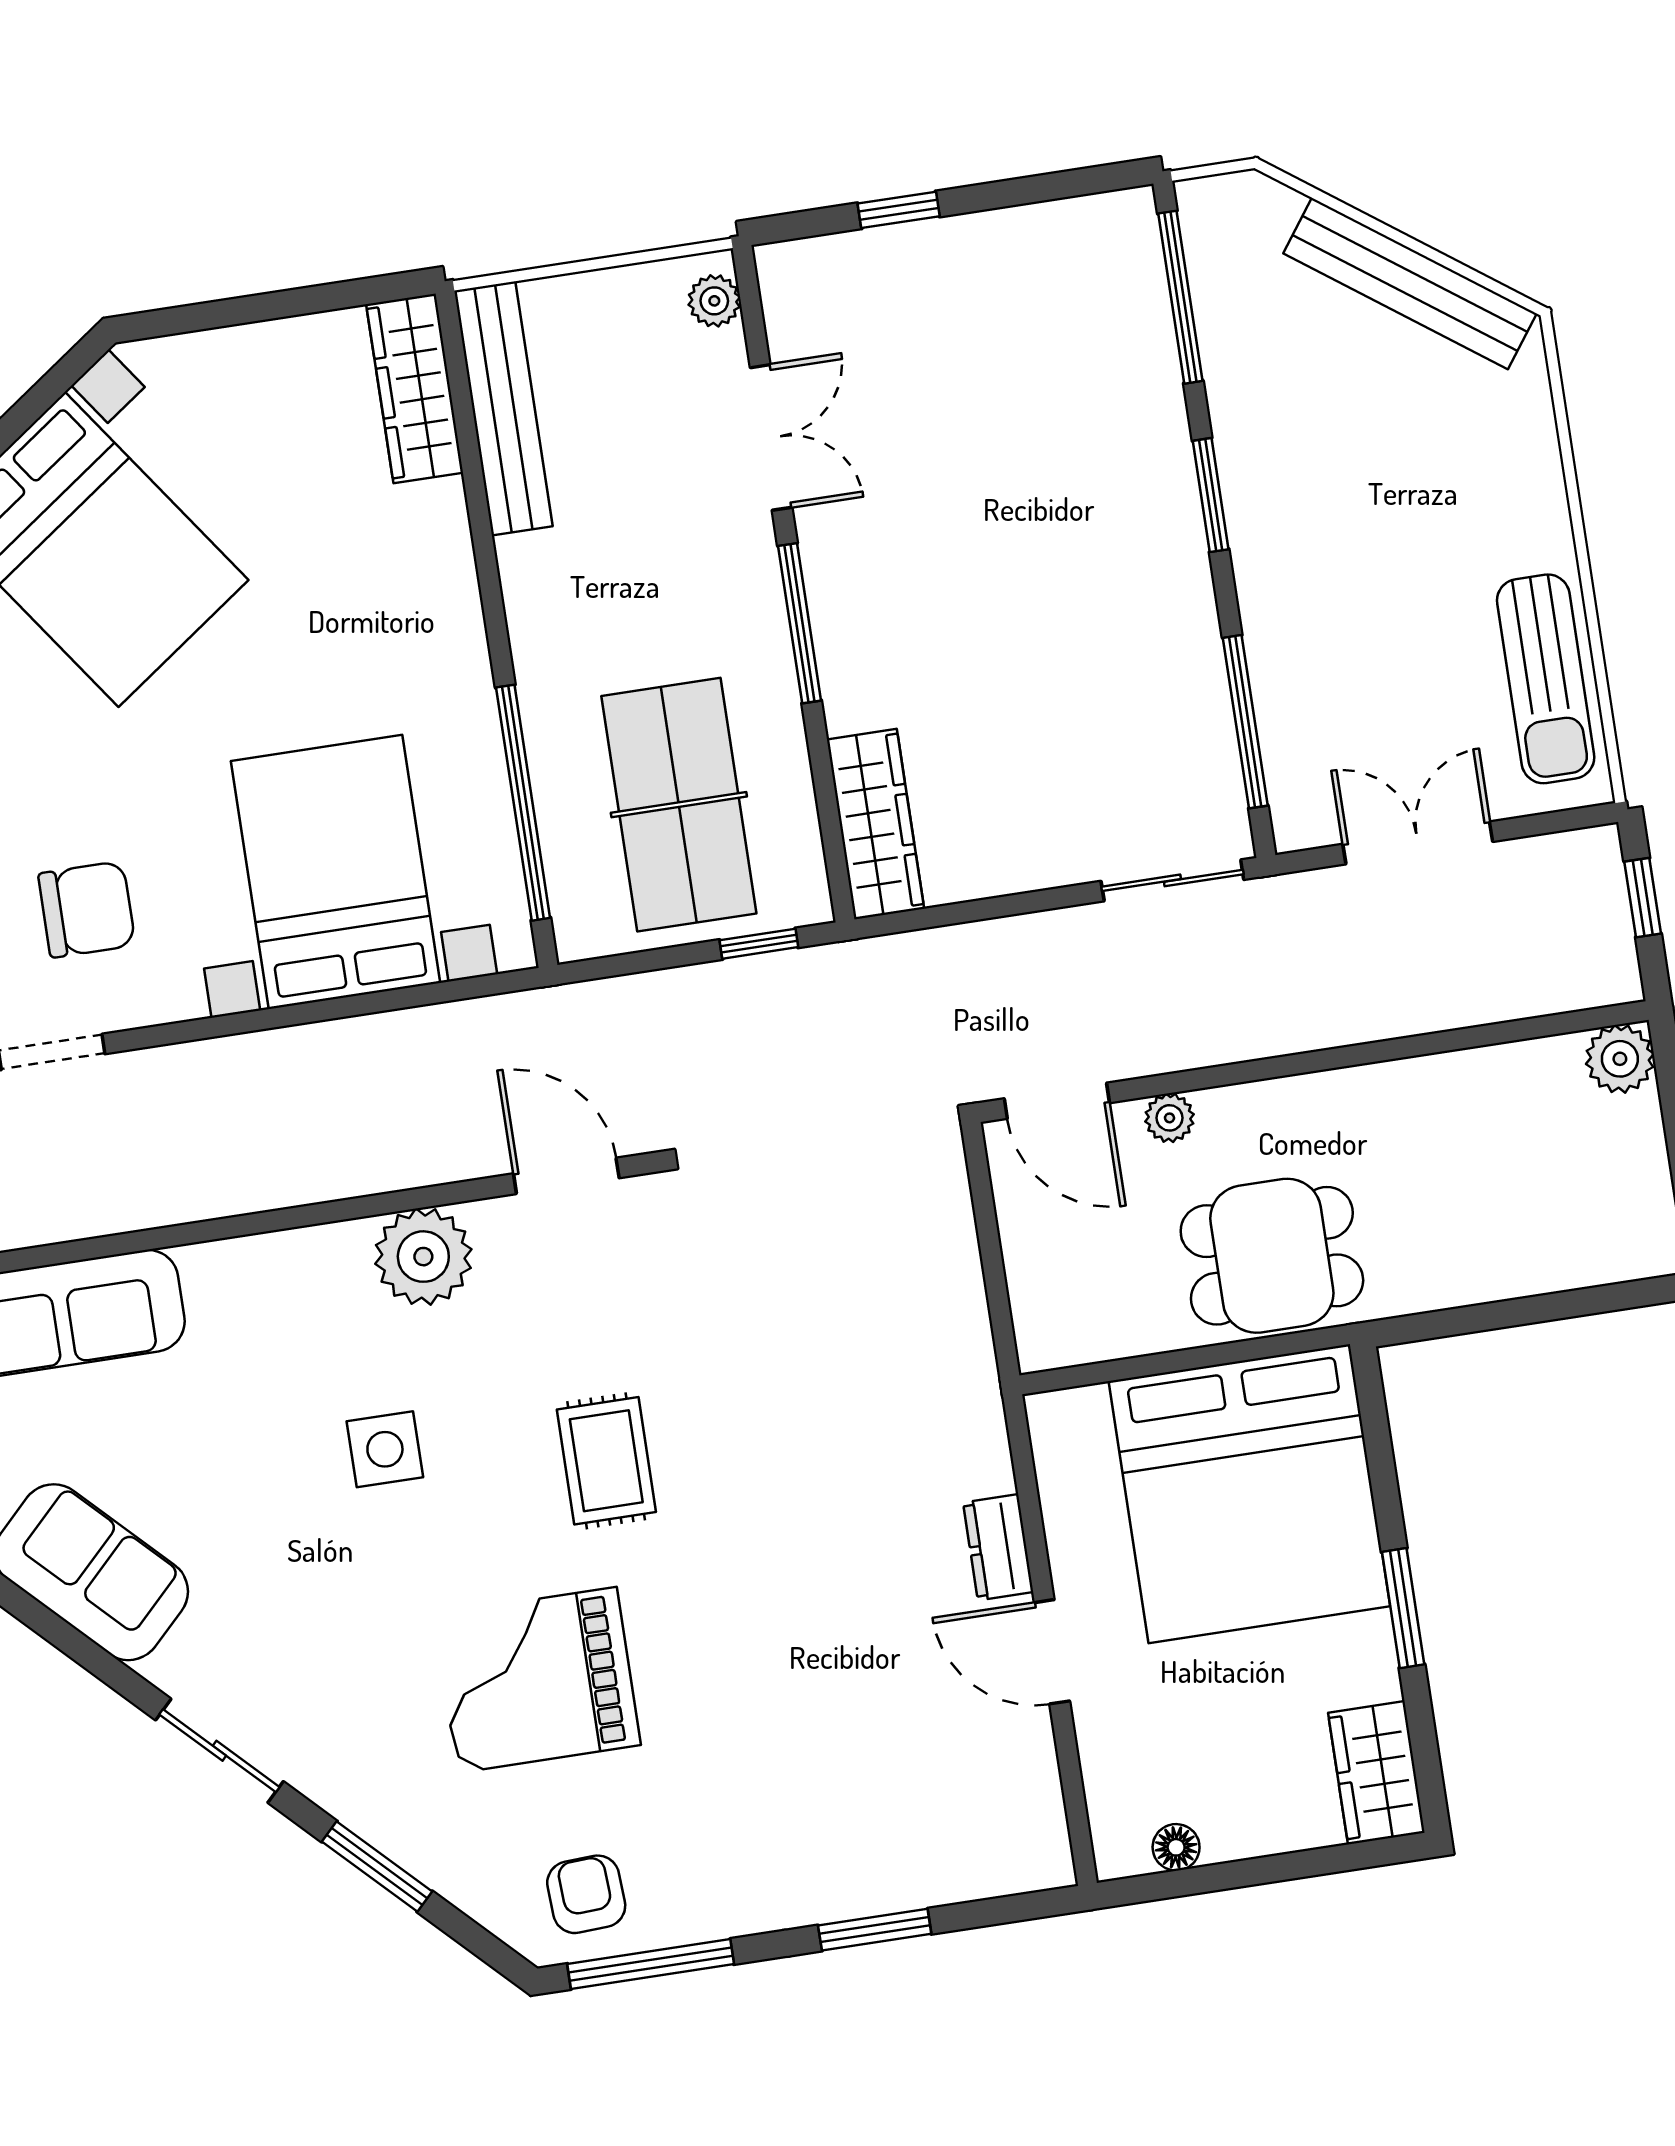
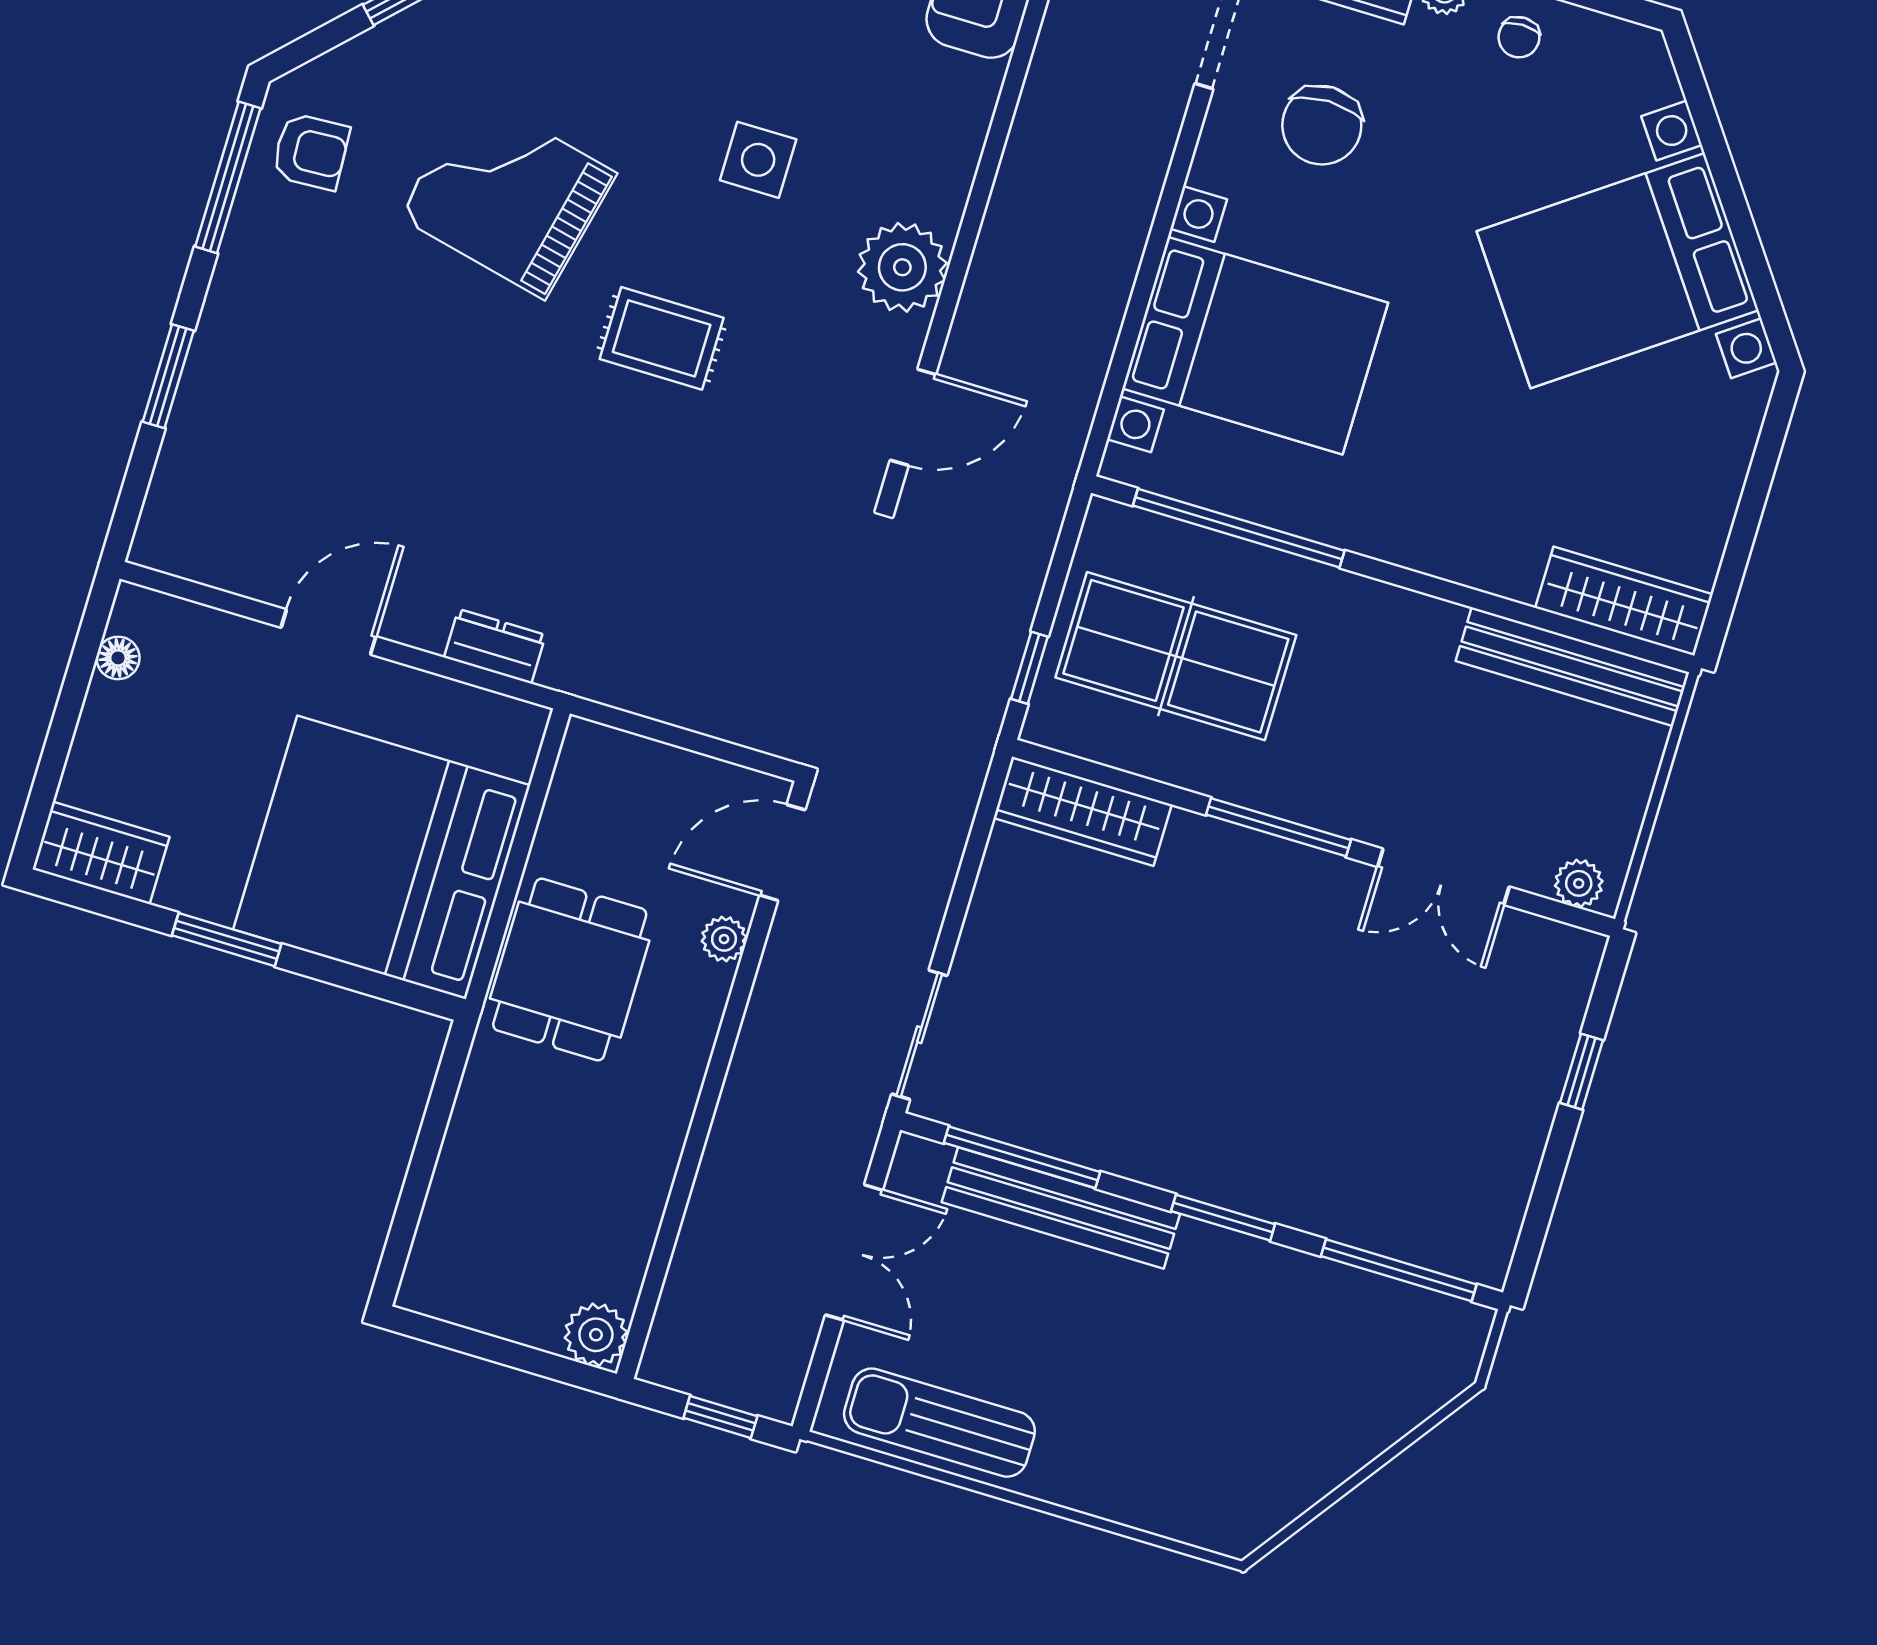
bench: (1410, 283) -> (1061, 1208), moved, turned 54
dresser: (998, 1547) -> (495, 646), moved
grand piano: (537, 1680) -> (508, 195), turned -77

